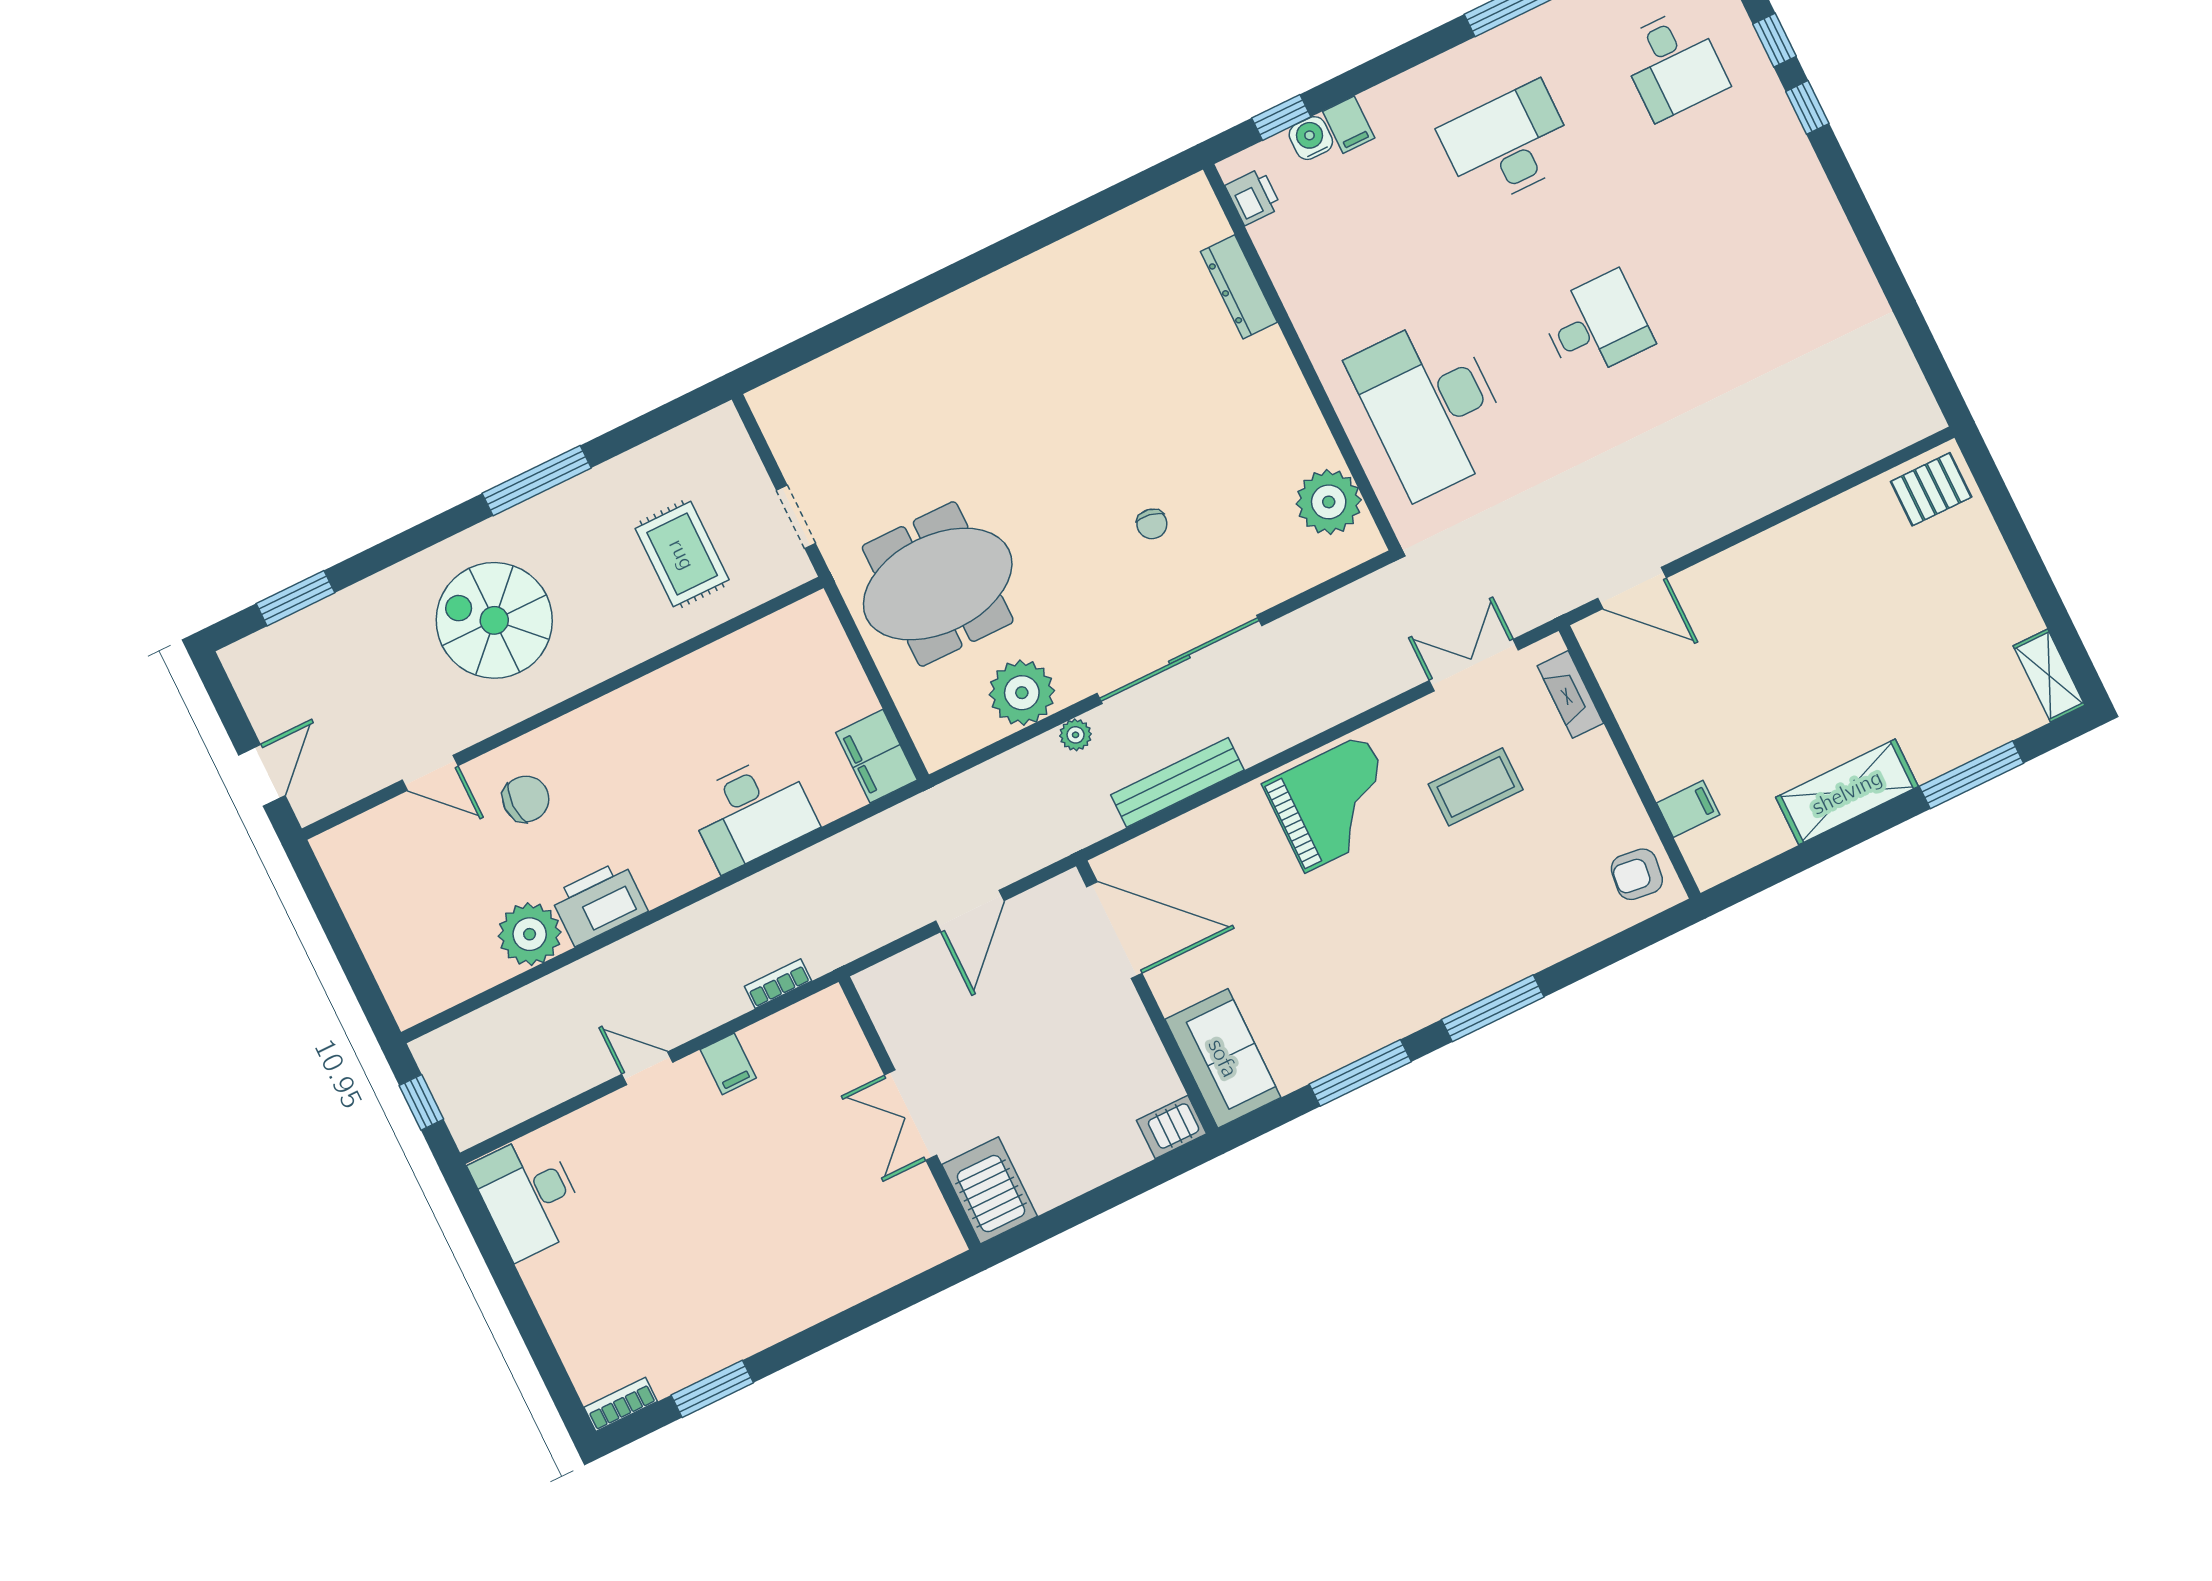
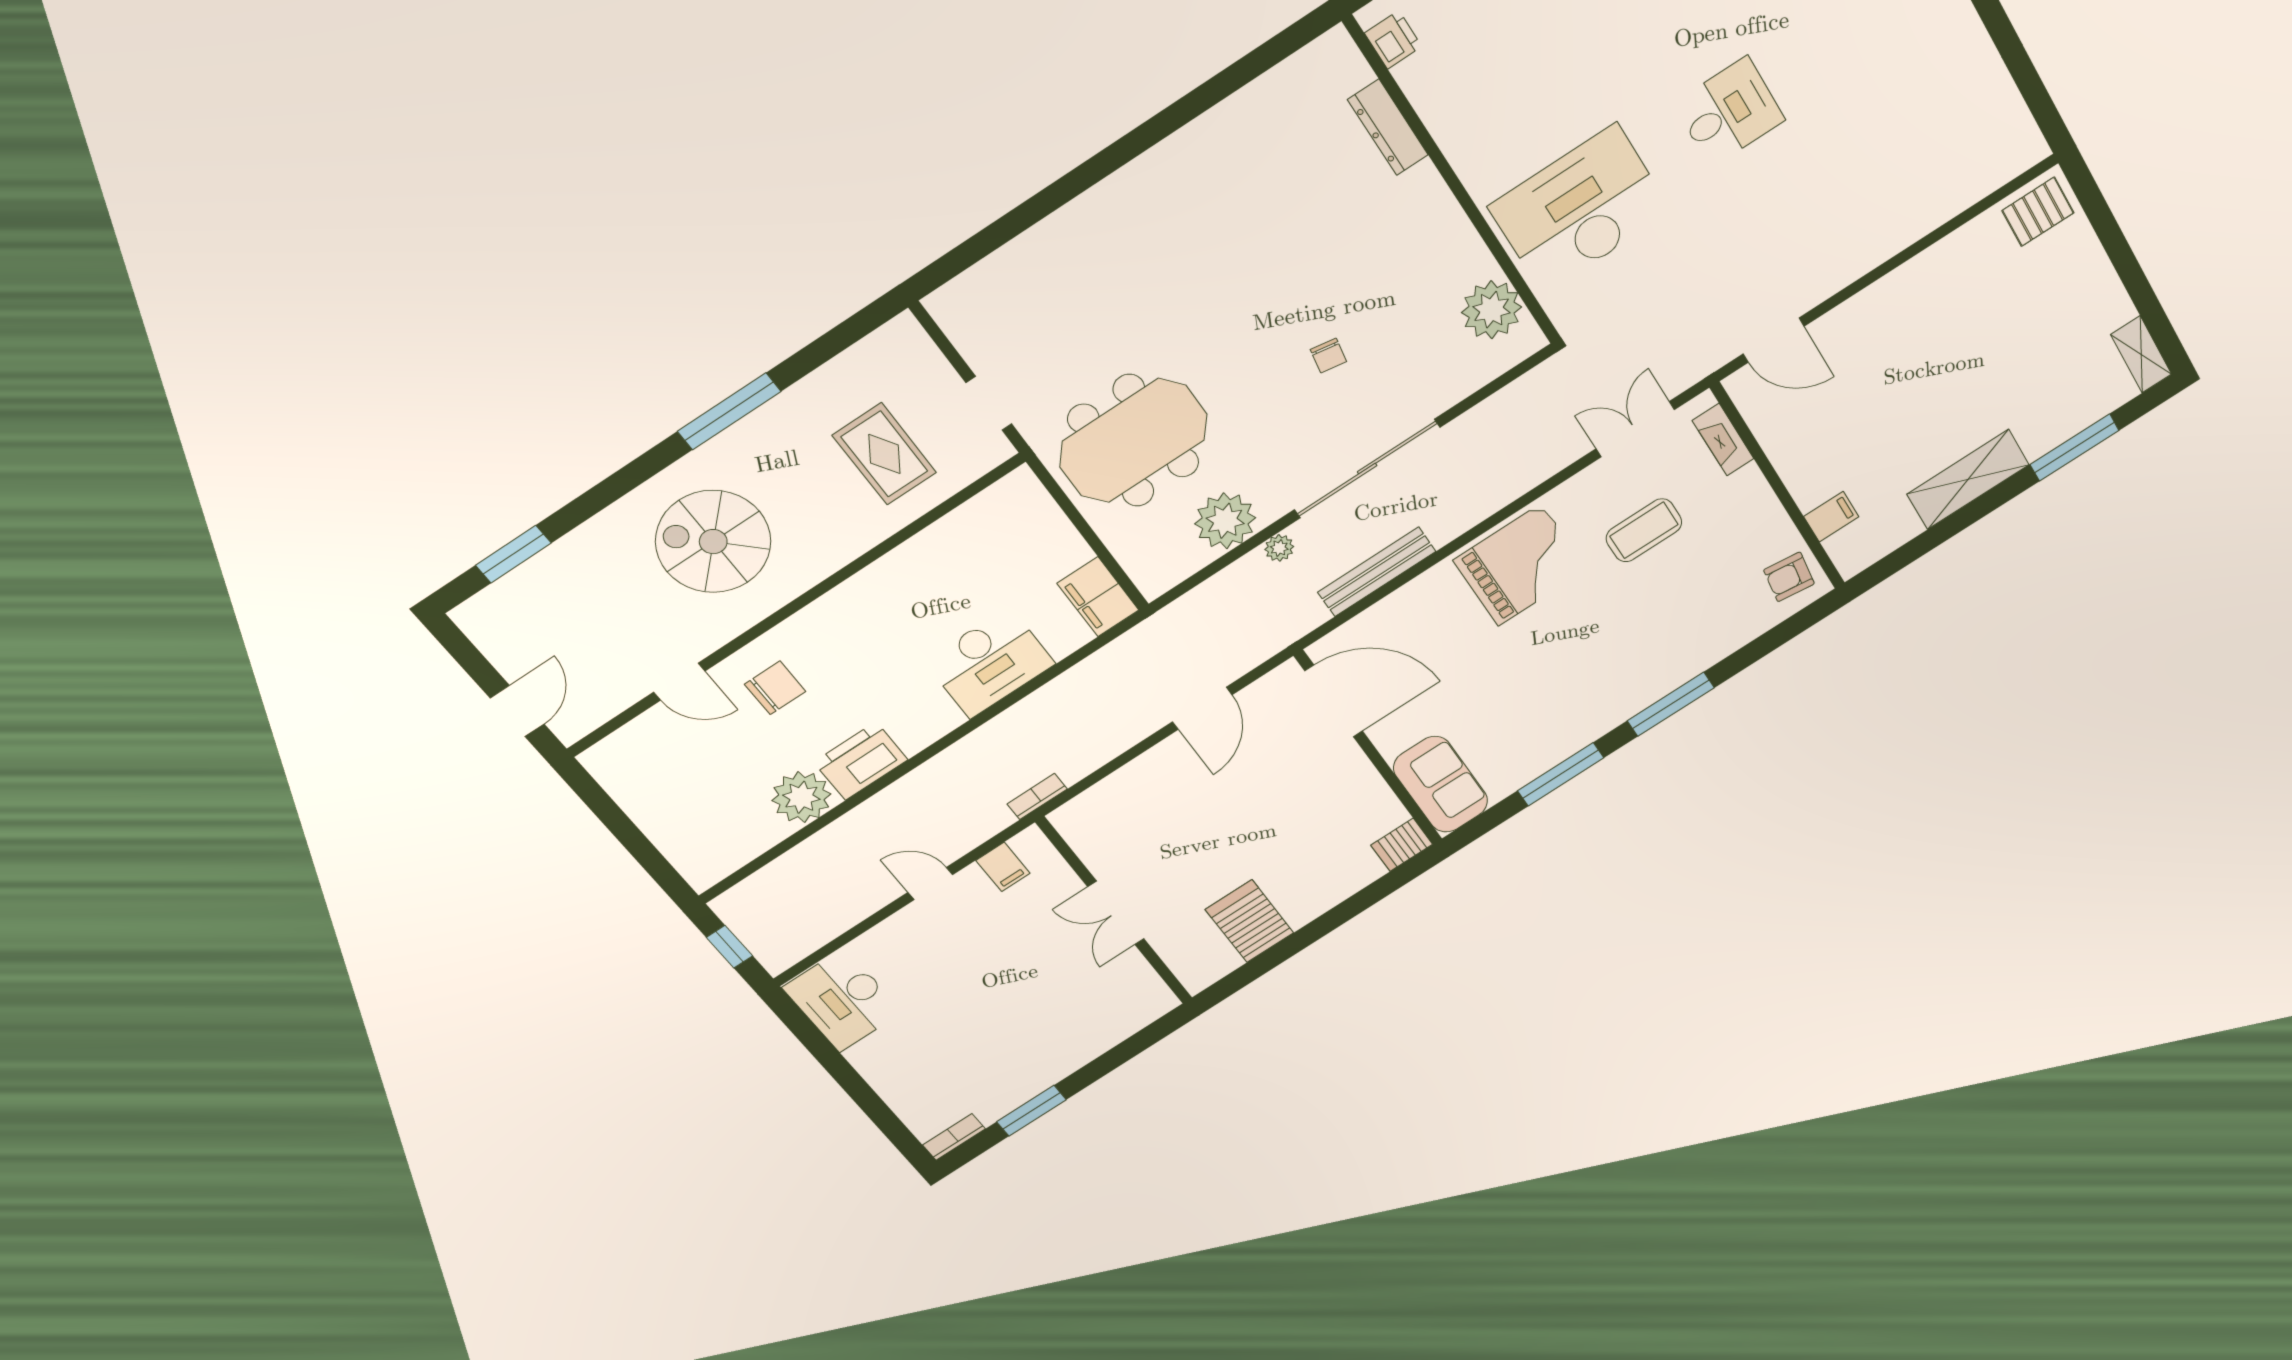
desk: (1431, 406) -> (1580, 209), turned 90
wall: (910, 1113) -> (1115, 912), moved
double door: (911, 1115) -> (1116, 913), moved

